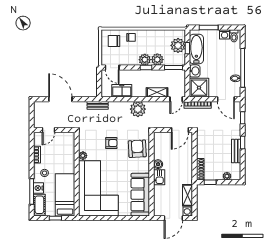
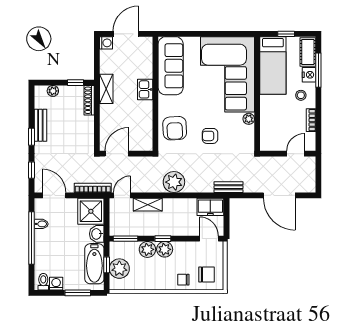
freezer: (122, 91) -> (210, 207), moved
boiler: (158, 164) -> (147, 107), removed
shelving: (188, 195) -> (106, 89), moved

